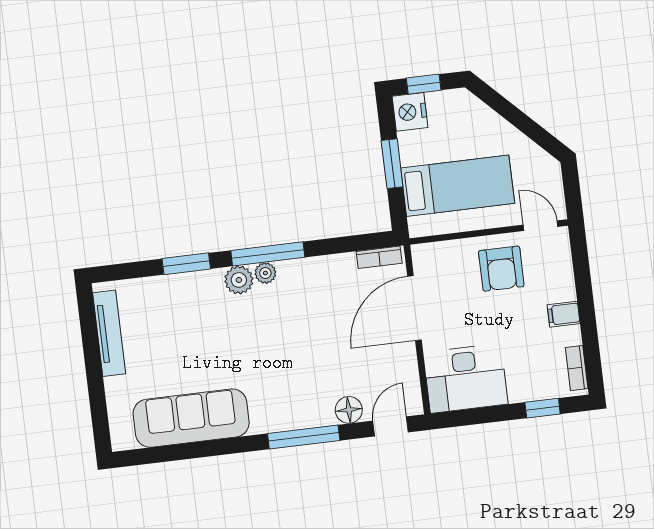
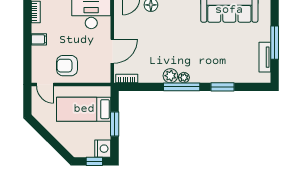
armchair: (501, 269) -> (67, 66), turned -90
plant: (239, 280) -> (170, 76), moved
door: (414, 308) -> (112, 51), width x0.73
tv unit: (109, 333) -> (265, 57), width x0.71
window: (93, 364) -> (275, 43), added

